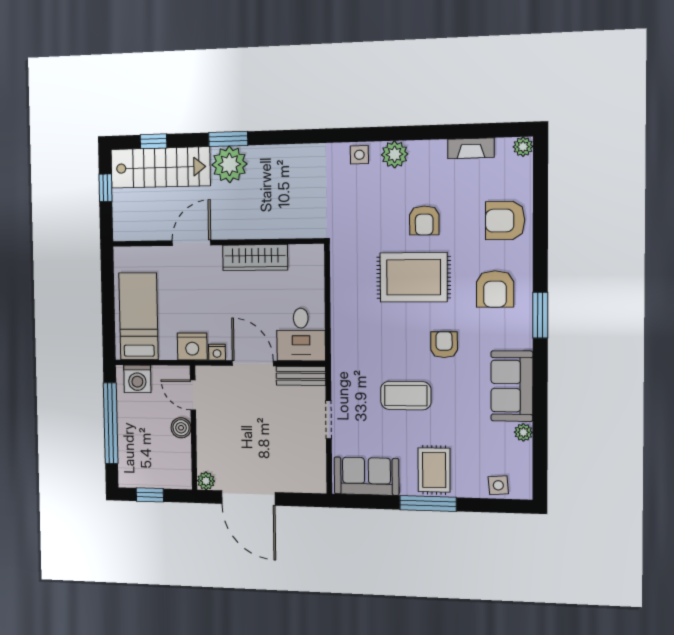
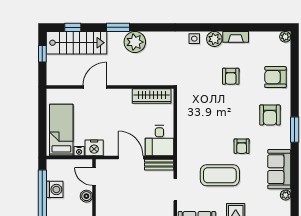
fireplace: (471, 148) -> (236, 37), moved
plant: (229, 164) -> (135, 42), moved
wardrobe: (255, 258) -> (152, 96), moved
rug: (414, 277) -> (225, 108), removed
armchair: (444, 345) -> (242, 146), turned 180
nightstand: (217, 352) -> (79, 151), moved
washing machine: (137, 379) -> (55, 189), moved, turned -90
coffee table: (406, 396) -> (220, 175), width x1.36, depth x1.32

